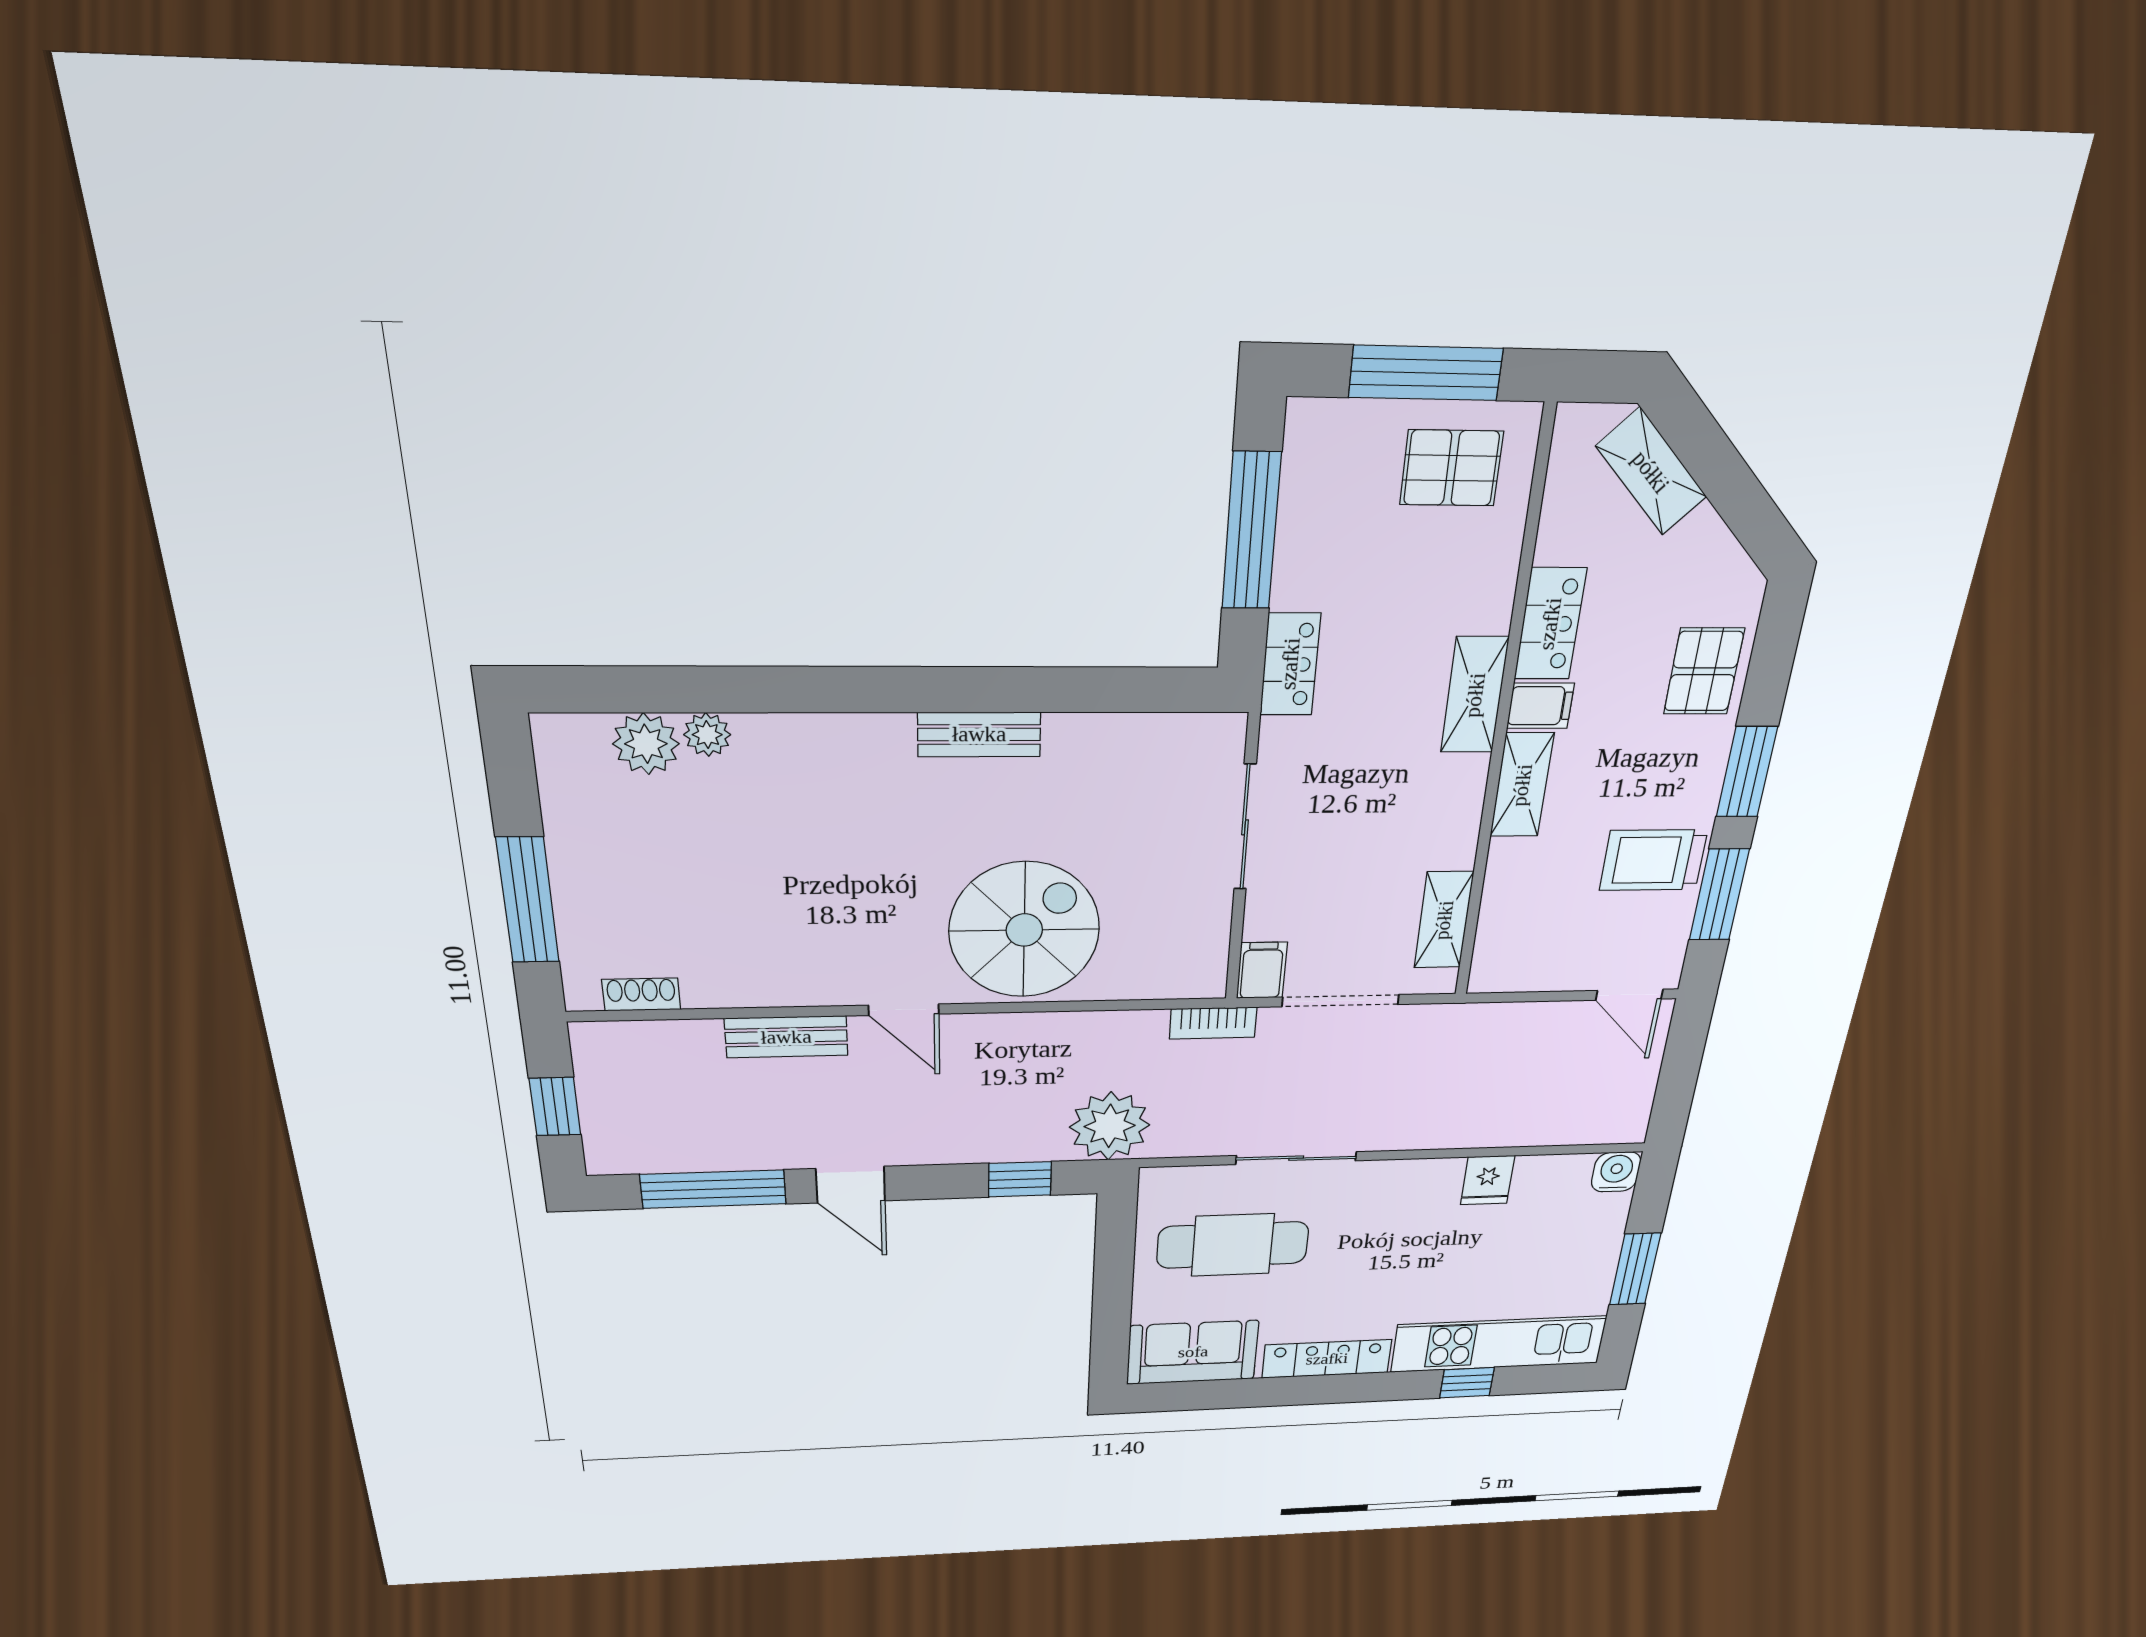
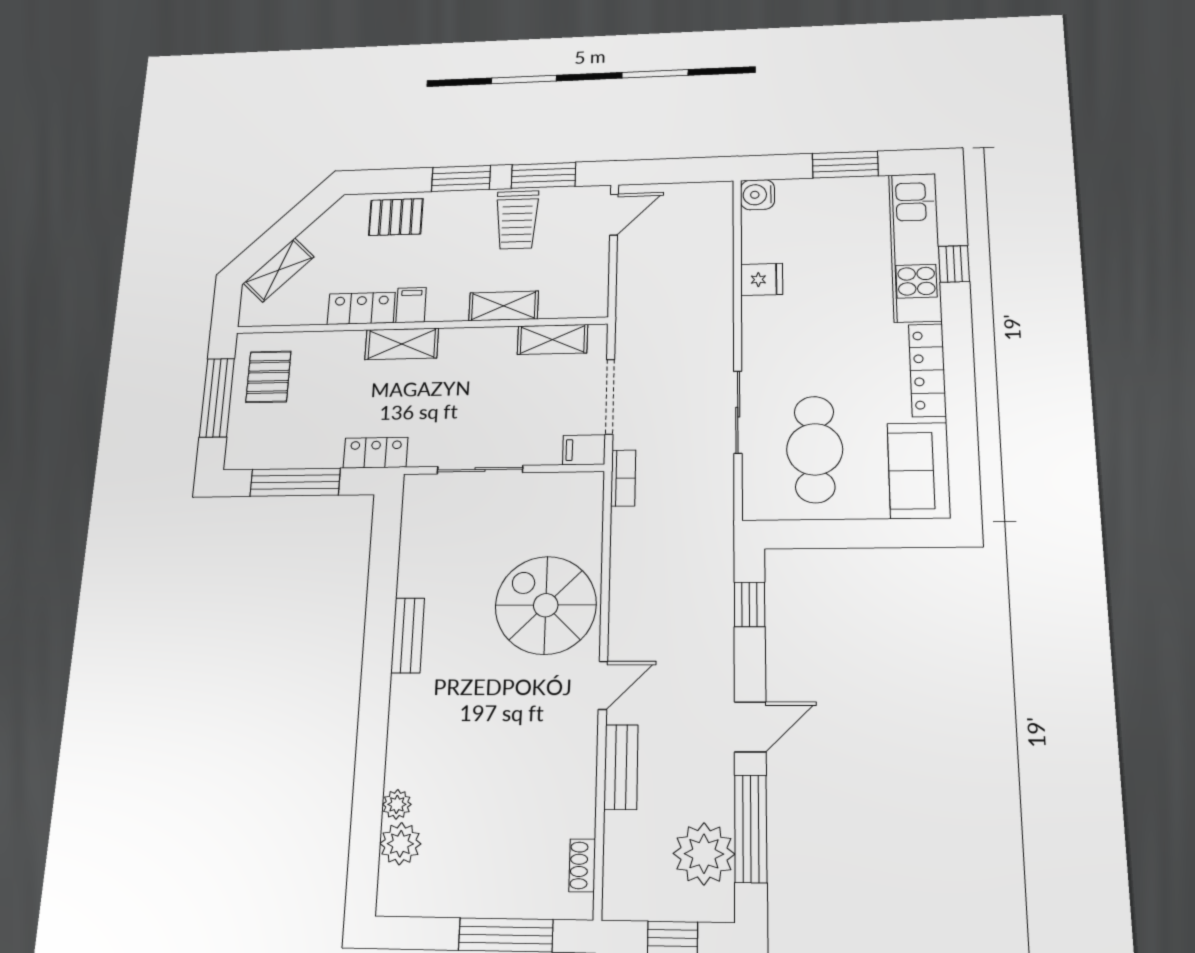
shelving: (1522, 785) -> (504, 306), moved
plant: (1110, 1126) -> (704, 854), moved

